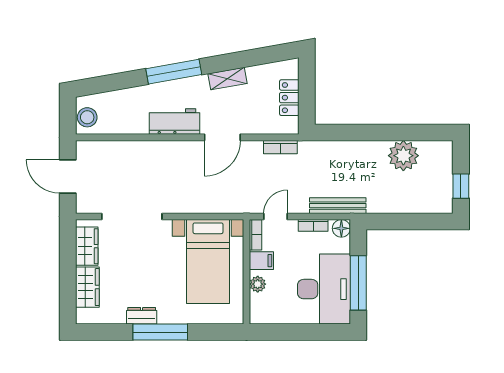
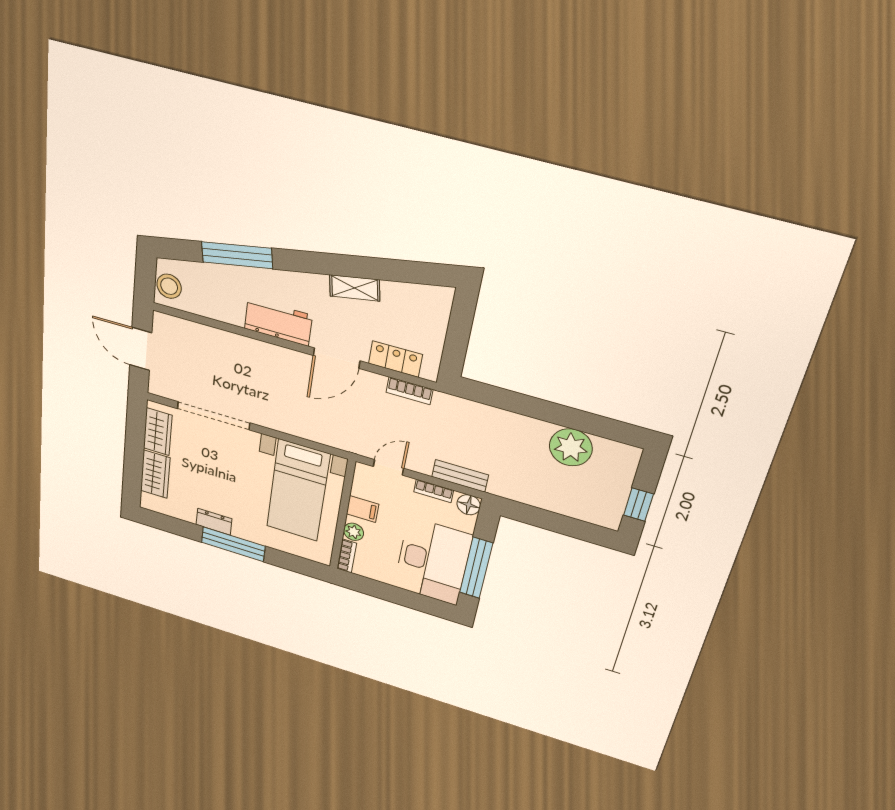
window: (174, 72) -> (237, 255), moved
locker: (289, 98) -> (395, 359), moved, turned 90
bench: (338, 206) -> (460, 476), width x0.73
bookcase: (256, 235) -> (347, 556), moved

